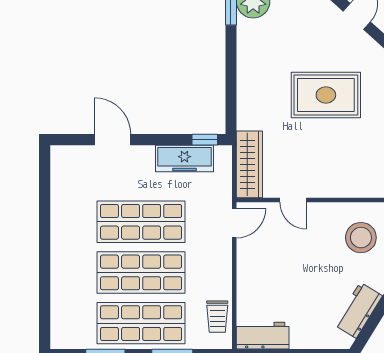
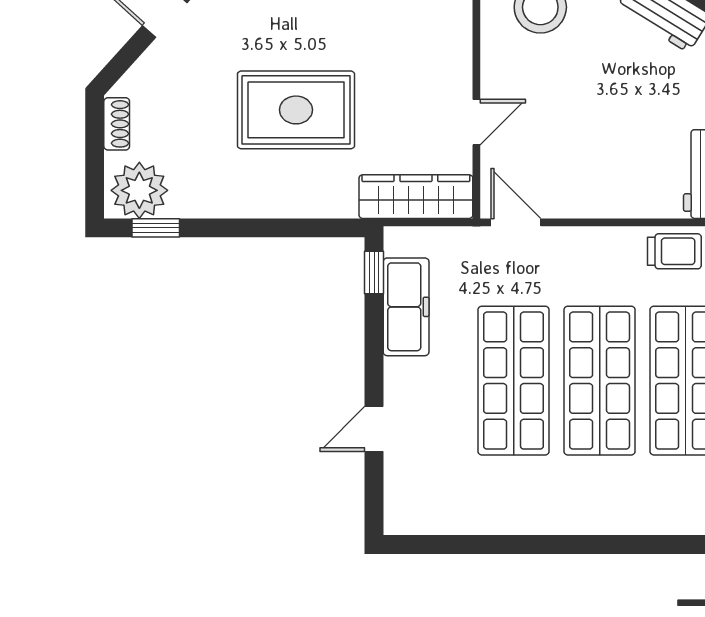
rug: (326, 95) -> (296, 110), moved, turned 90
door: (113, 140) -> (374, 429), width x0.73

